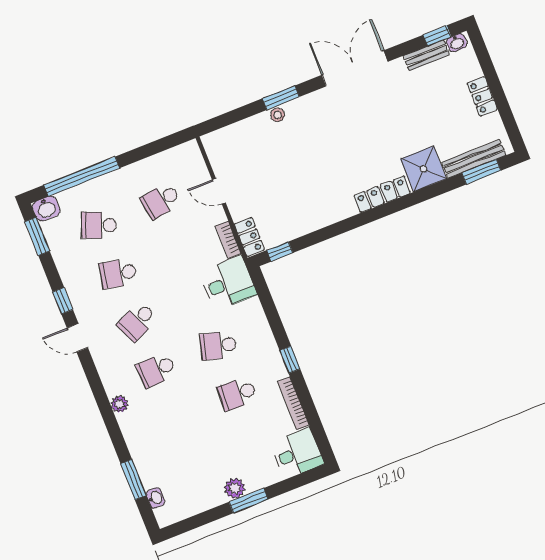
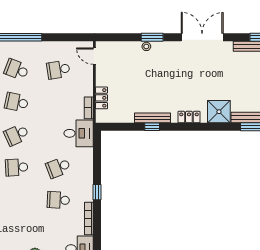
door: (219, 191) -> (94, 56), moved
locker: (382, 194) -> (189, 117), width x0.66
bench: (329, 217) -> (152, 118), added
locker: (249, 237) -> (102, 98), moved
window: (280, 252) -> (152, 127), moved
school desk: (218, 346) -> (58, 167), turned -36

